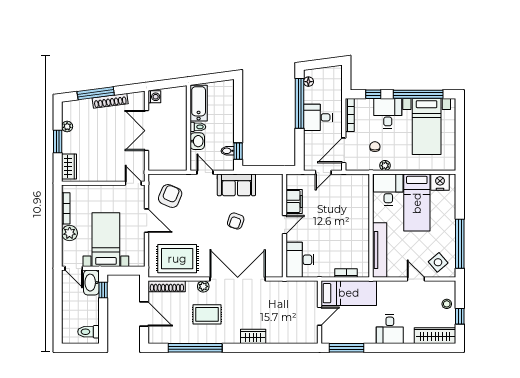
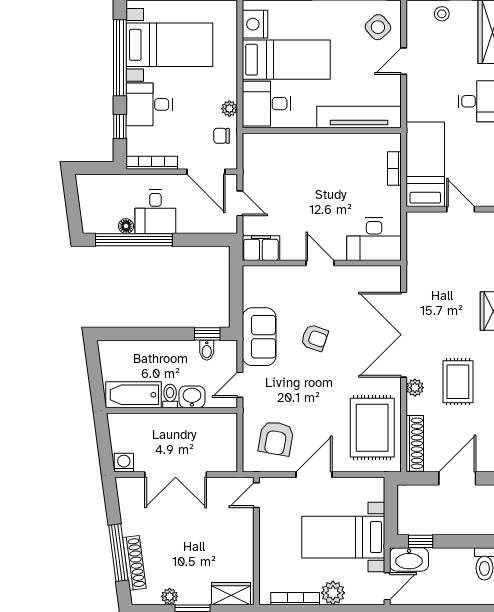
floor lamp: (308, 82) -> (126, 226), moved
shoe rack: (110, 101) -> (134, 563), moved
chair: (375, 147) -> (222, 136), moved
armchair: (170, 196) -> (276, 438), turned -103
filing cabinet: (294, 201) -> (261, 248), moved

